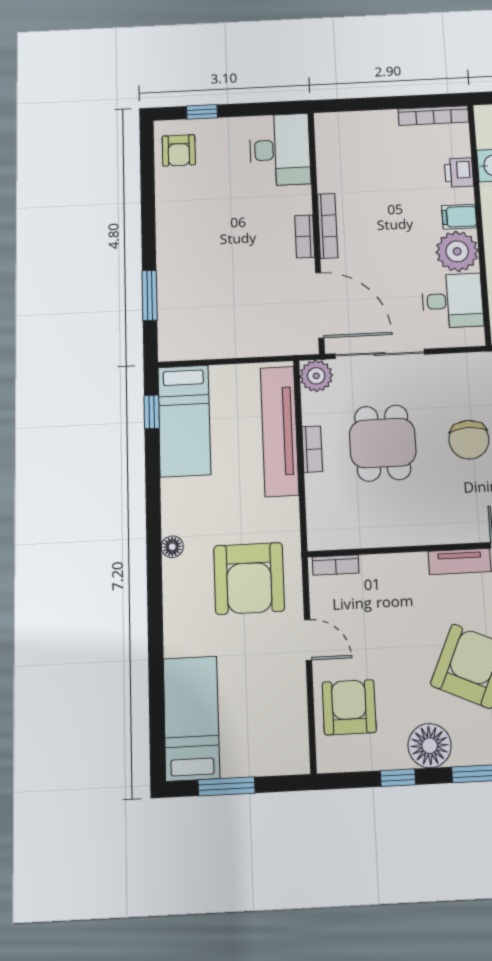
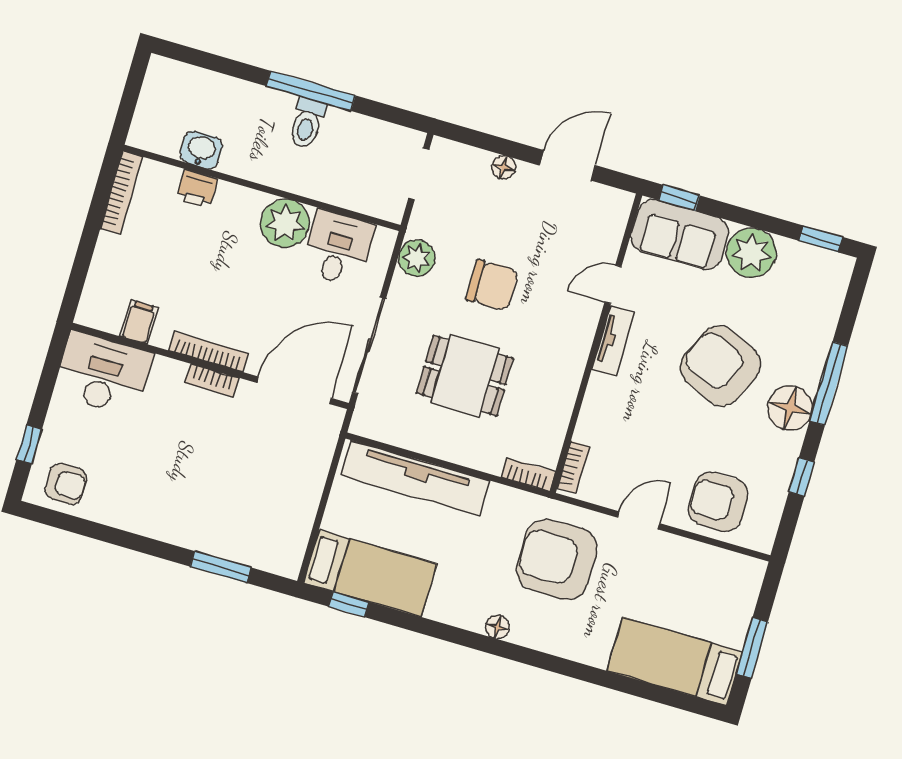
filing cabinet: (459, 217) -> (139, 322), moved, turned 180
plant: (316, 376) -> (417, 258), moved
bookcase: (312, 449) -> (528, 474), moved
armchair: (249, 578) -> (557, 559), turned 180
floor lamp: (430, 746) -> (790, 408), moved

